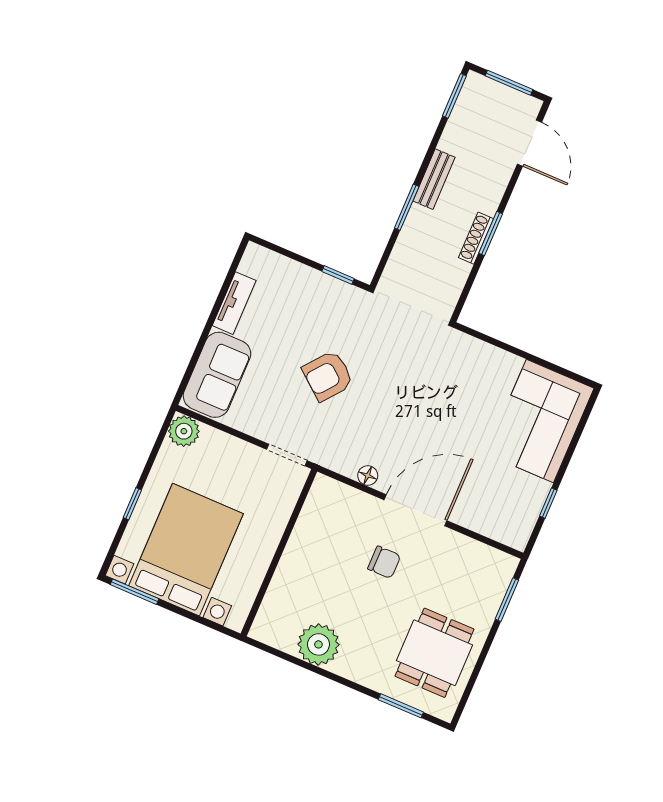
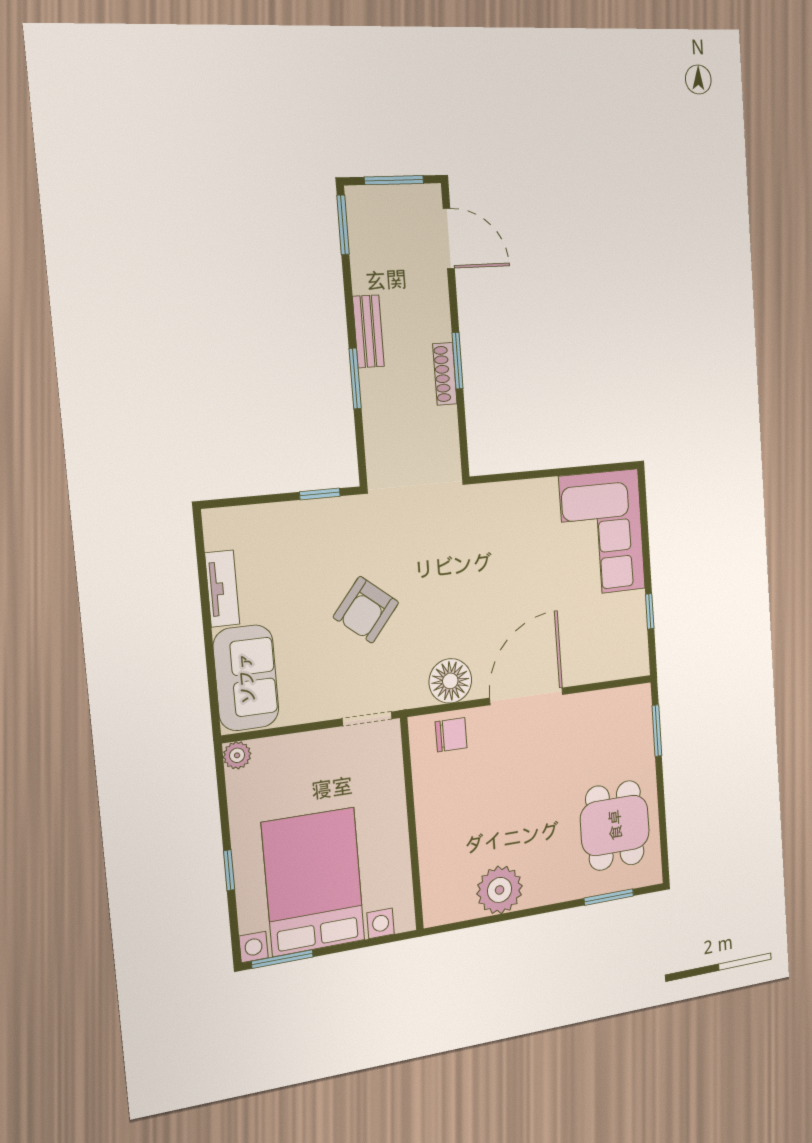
plant: (184, 431) -> (237, 755), width x0.73, depth x0.73
floor lamp: (368, 475) -> (450, 681), width x1.89, depth x1.89
chair: (384, 562) -> (451, 735), moved

